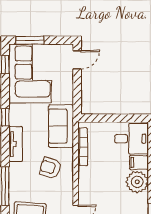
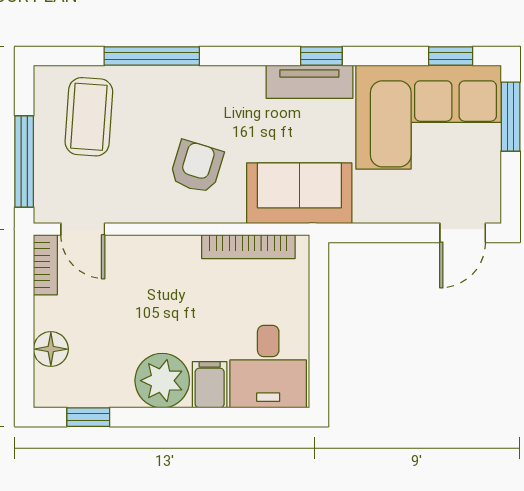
door: (77, 60) -> (463, 233), hinge flipped
tv unit: (16, 144) -> (309, 82), moved

